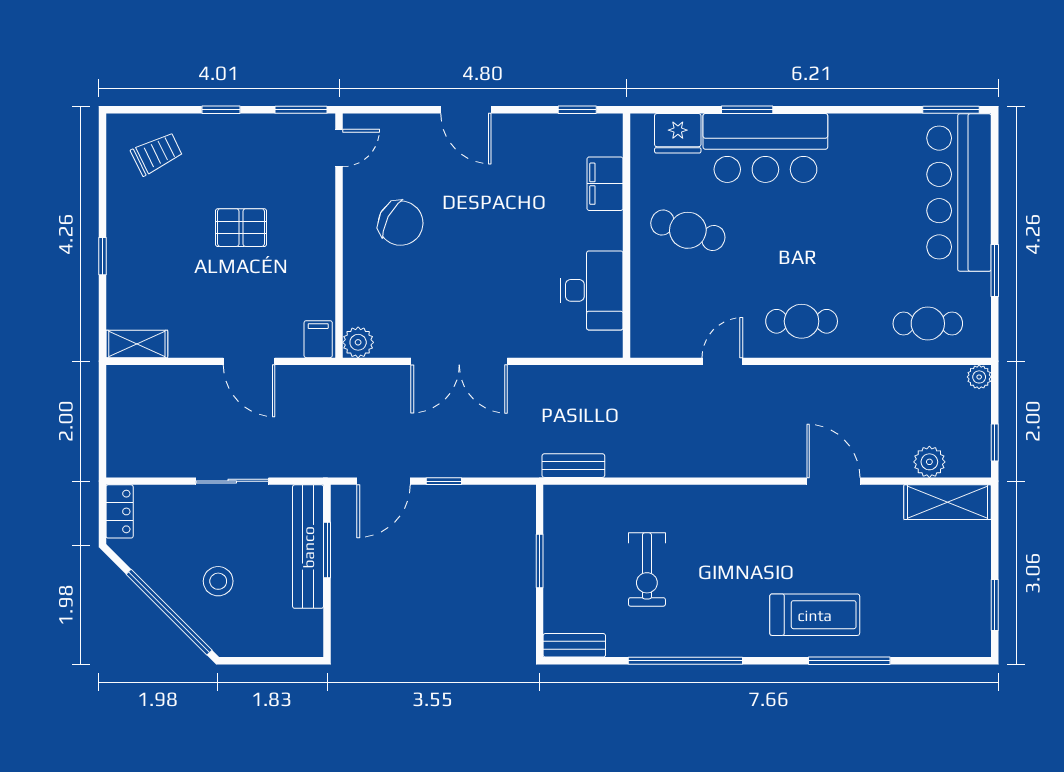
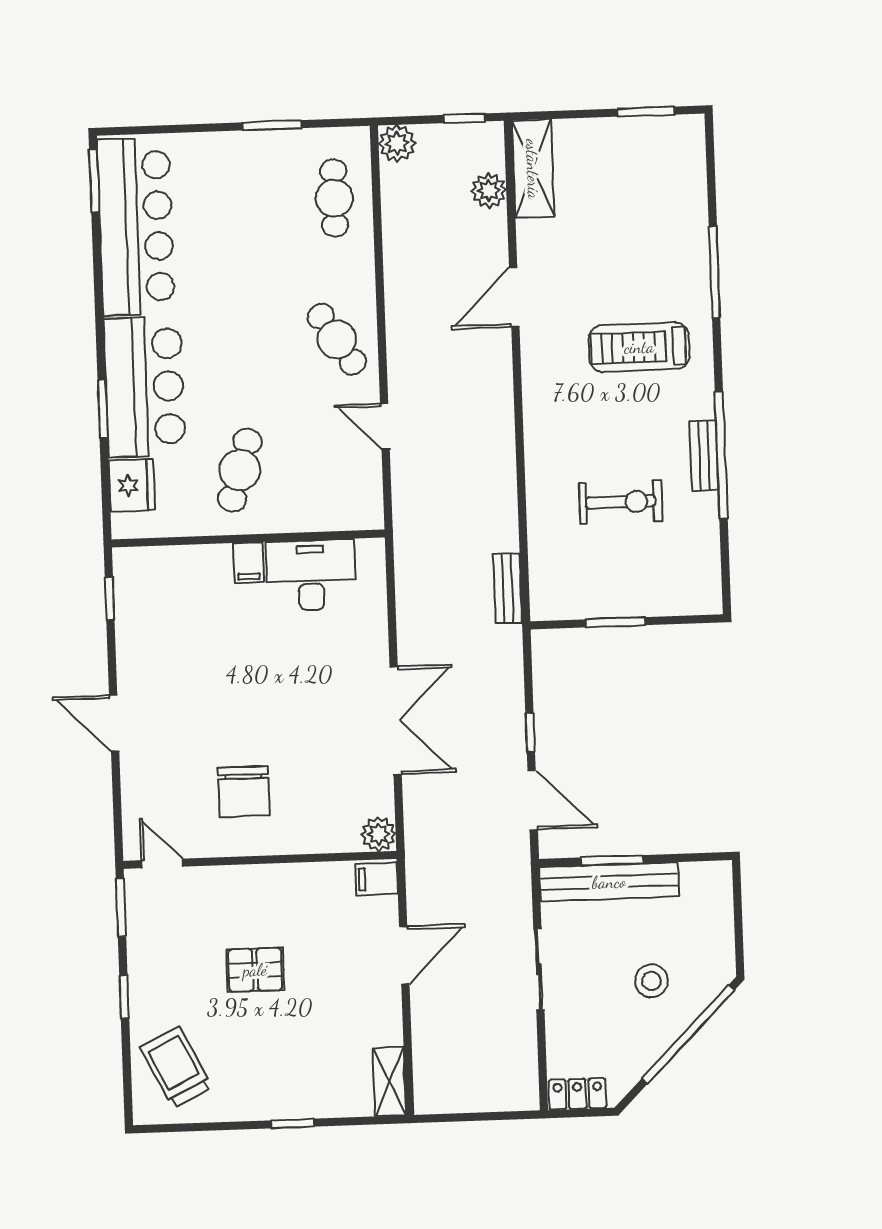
door: (466, 110) -> (114, 723), swing flipped
trolley: (157, 154) -> (176, 1067), width x1.36, depth x1.39
filing cabinet: (605, 184) -> (248, 563), moved, width x0.50
bar counter: (959, 192) -> (136, 226), moved, turned -90
chair: (401, 223) -> (244, 792), turned 152
pallet: (241, 228) -> (255, 970), turned 90
cafe table: (802, 321) -> (337, 339), turned -33
plant: (979, 377) -> (397, 143), width x1.38, depth x1.38
treadmill: (815, 615) -> (639, 347), moved, turned -90
bench: (574, 645) -> (704, 456), moved

